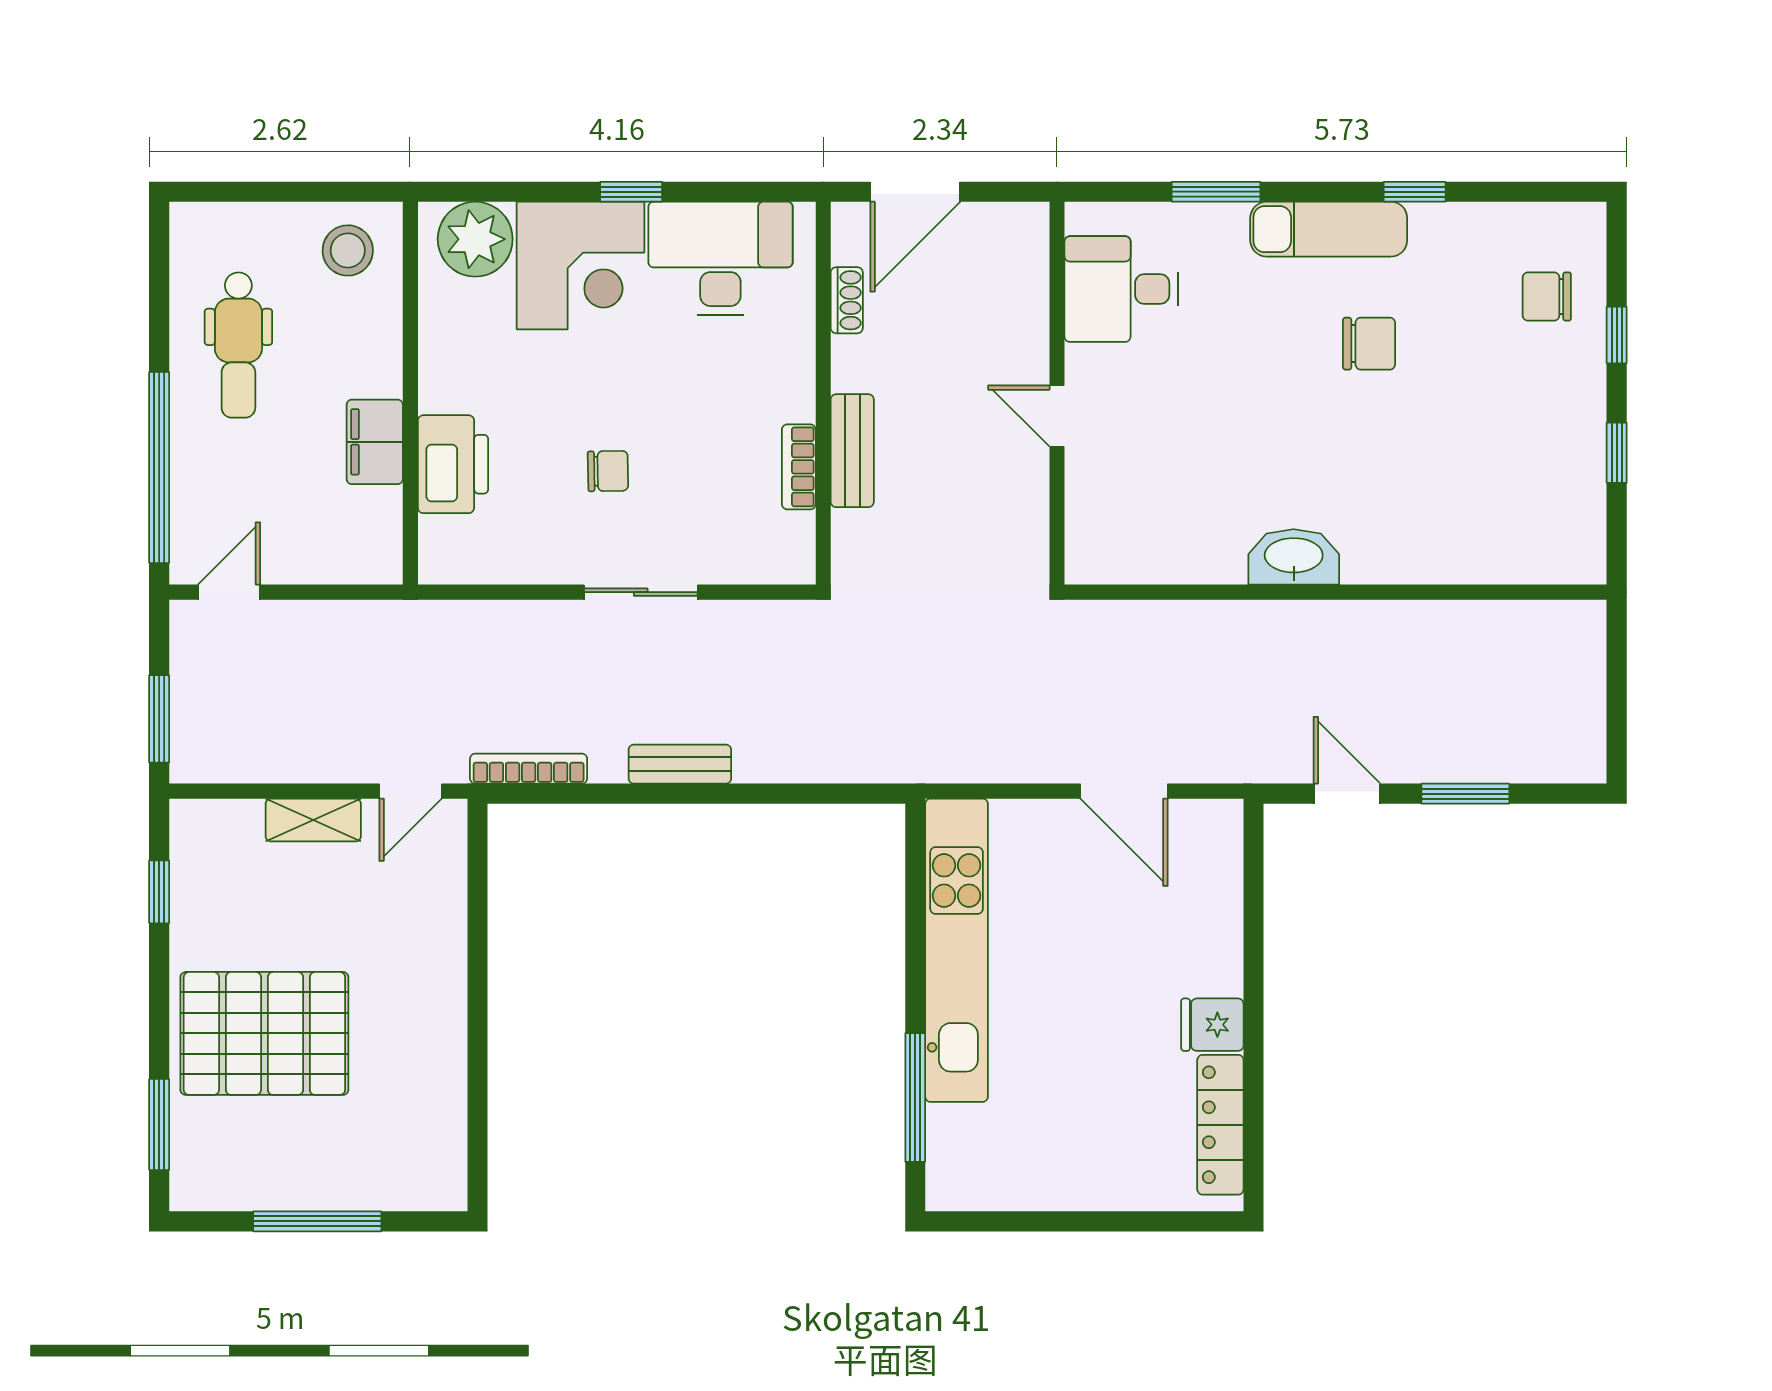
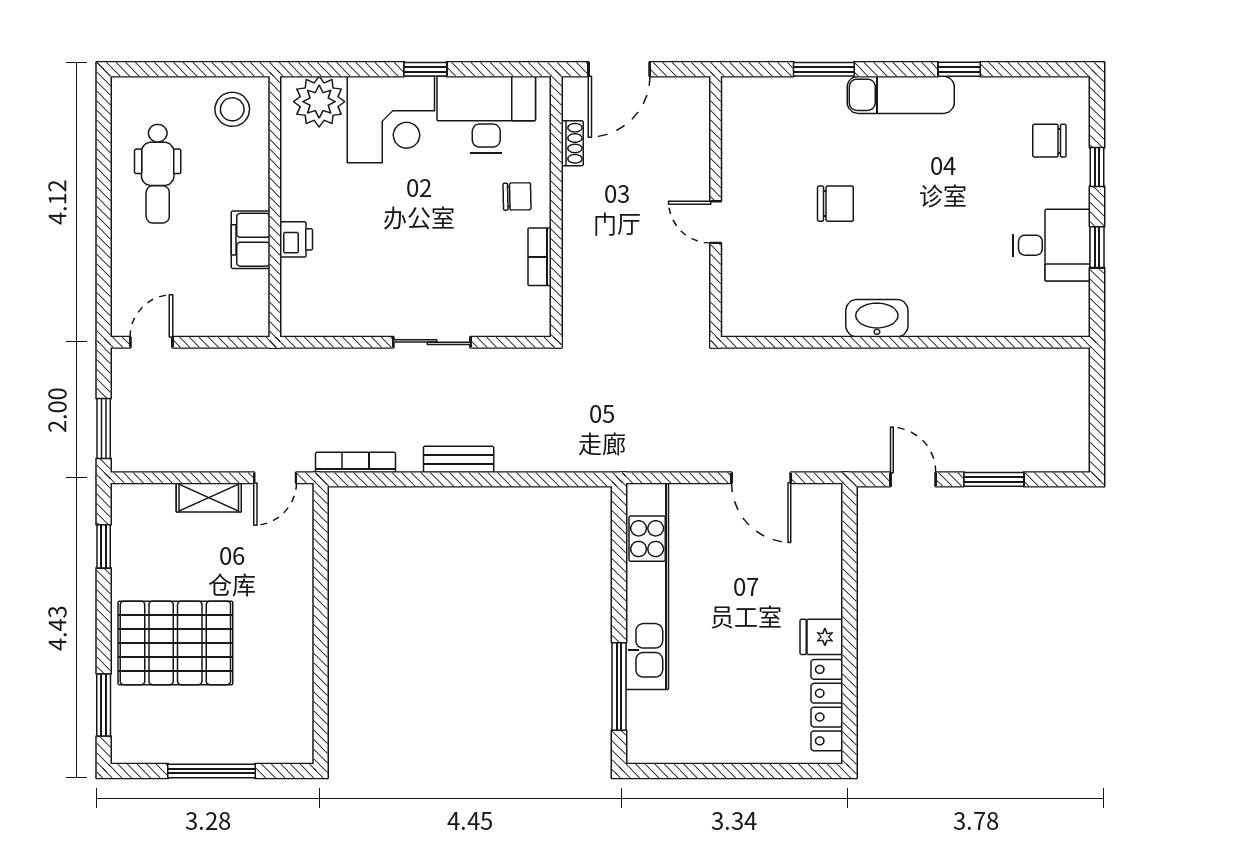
desk: (1121, 289) -> (1051, 245), moved, turned 180
chair: (1369, 344) -> (835, 204), moved
bench: (852, 451) -> (576, 246), removed
printer: (453, 464) -> (296, 239), width x0.53, depth x0.68
window: (159, 468) -> (104, 257), removed
chair: (608, 471) -> (517, 196), moved

